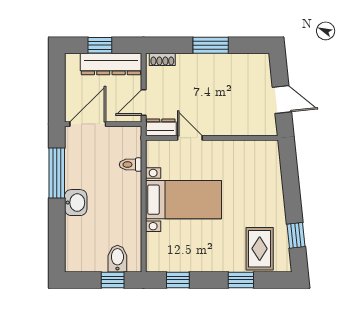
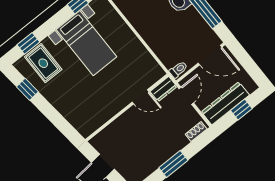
door: (88, 124) -> (210, 55), hinge flipped
toilet: (131, 165) -> (178, 70), moved
bed with nightstands: (183, 200) -> (86, 43), moved, turned -90
window: (241, 280) -> (28, 43), moved

